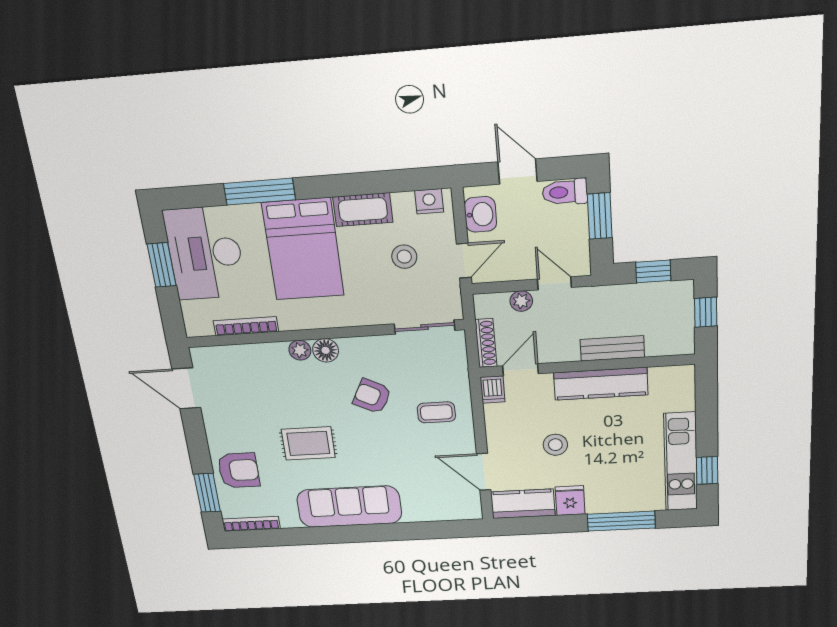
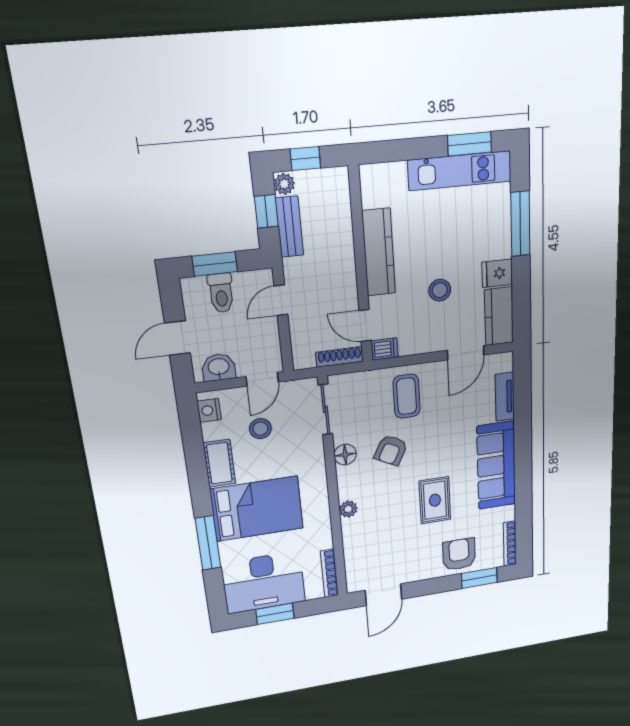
toilet: (565, 192) -> (221, 293), moved
door: (464, 261) -> (262, 379), swing flipped
plant: (521, 301) -> (284, 184), moved
bookcase: (246, 326) -> (329, 573), moved
bench: (612, 348) -> (289, 227), moved
floor lamp: (326, 350) -> (345, 455), moved
coffee table: (436, 412) -> (407, 396), width x1.36, depth x1.30
window: (707, 470) -> (470, 144), width x1.50
tv unit: (431, 512) -> (505, 397), added

